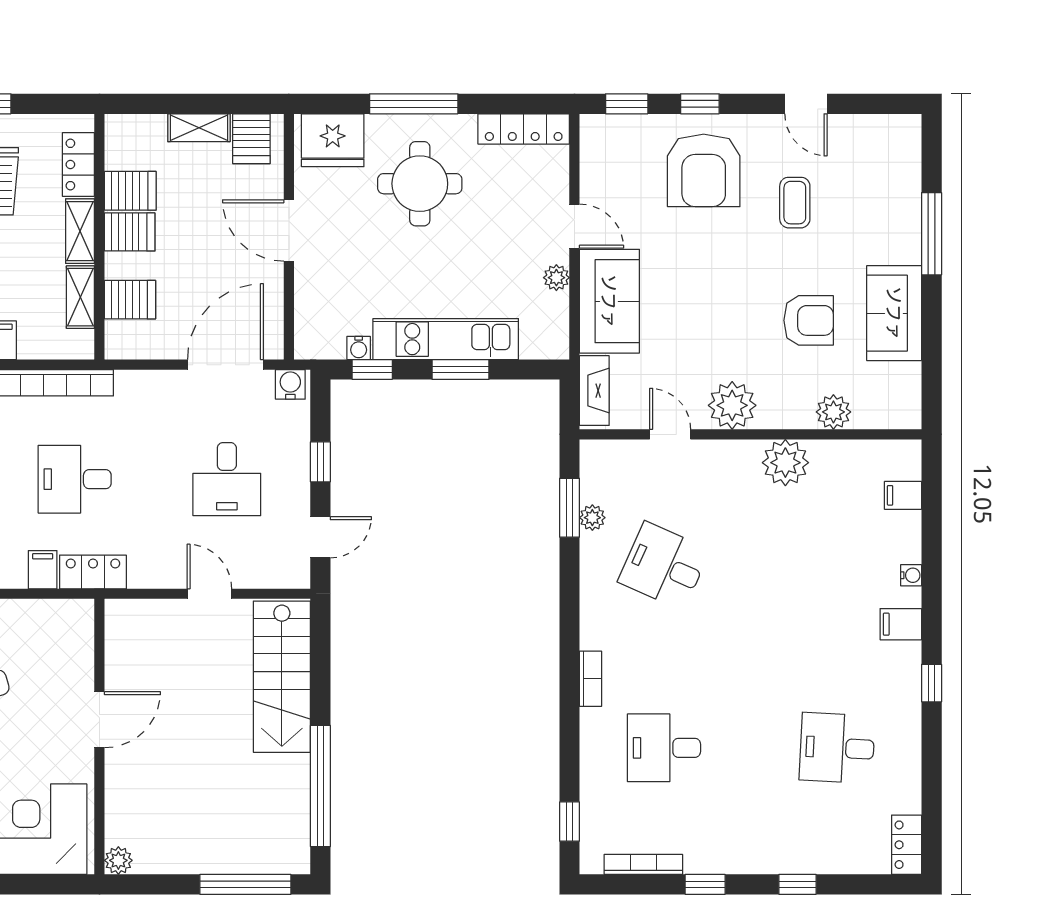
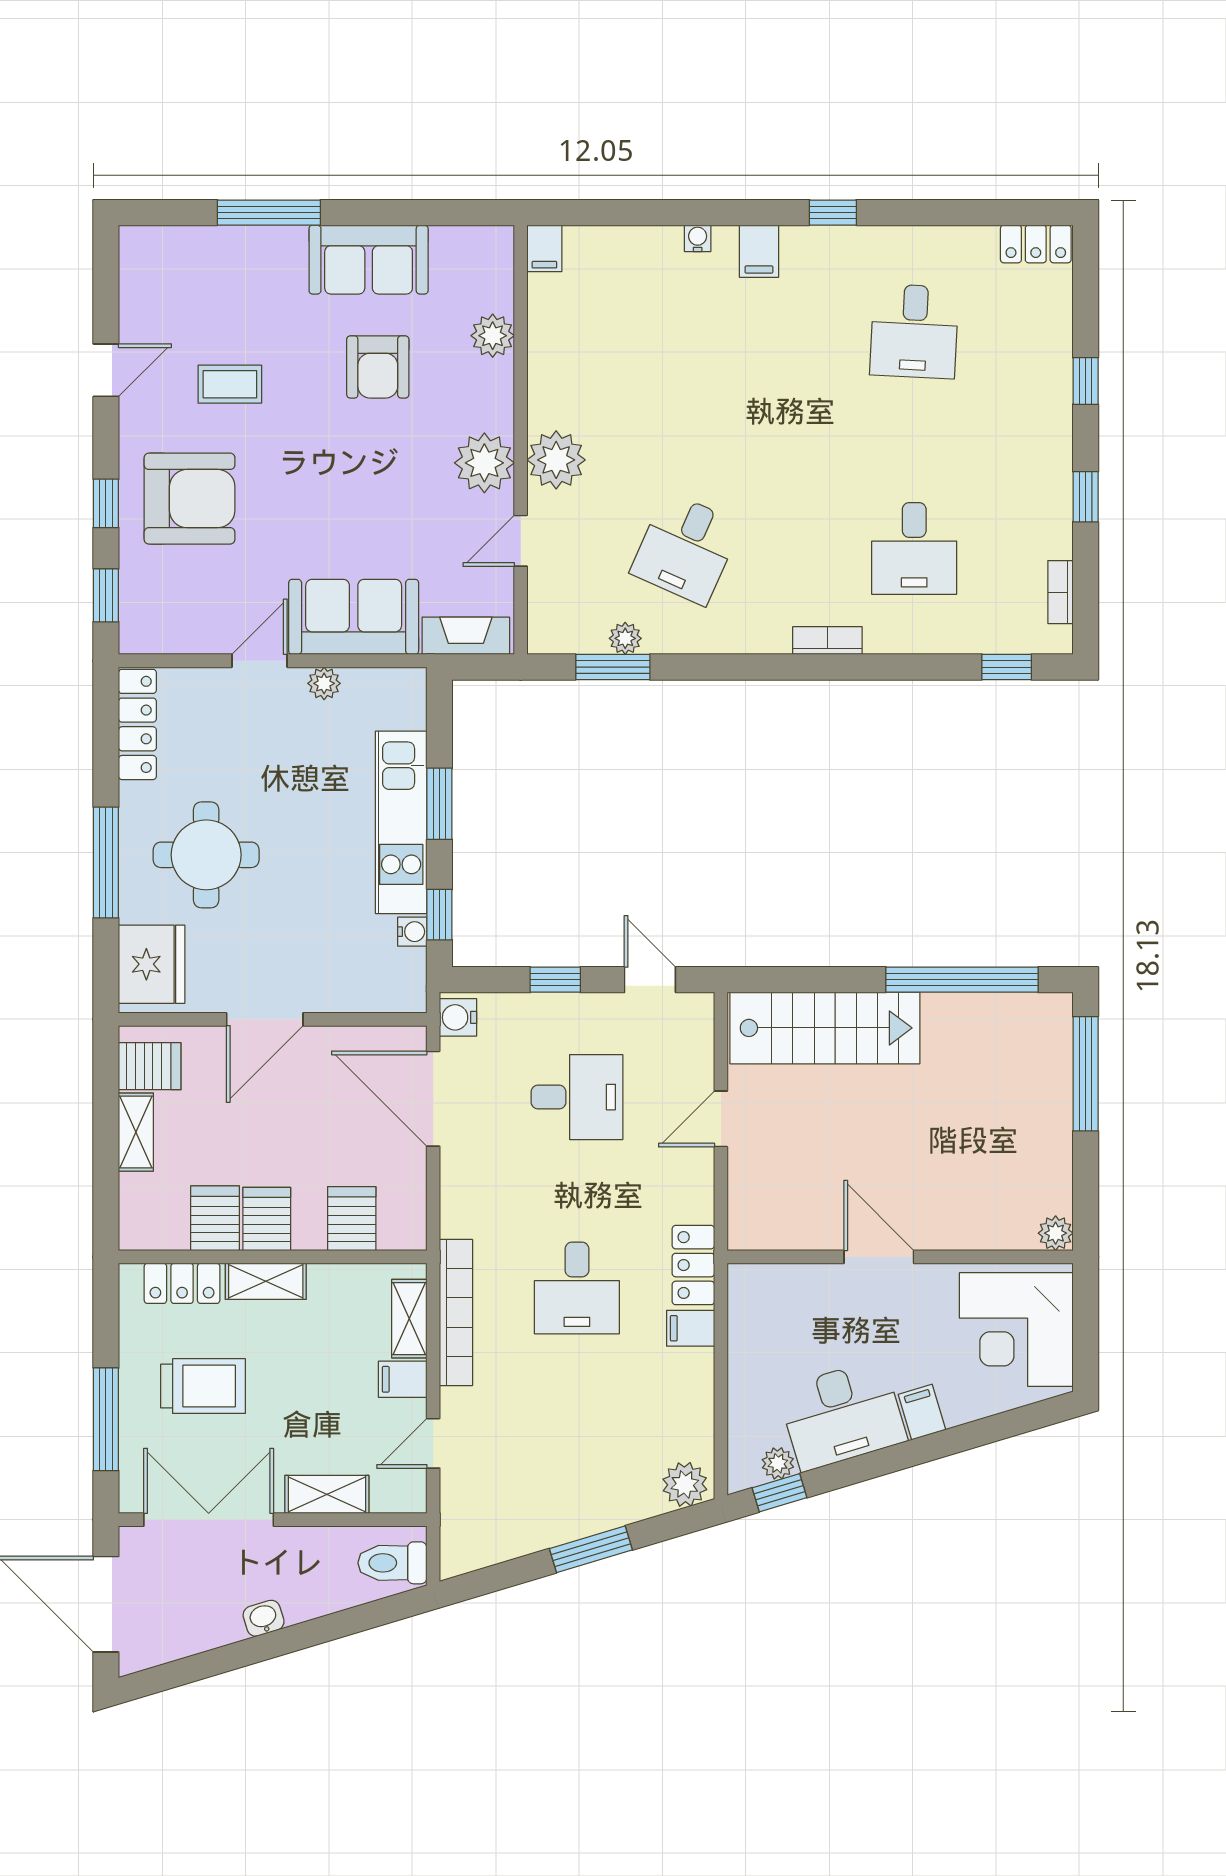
shelving: (80, 297) -> (409, 1319), moved, turned 90
armchair: (809, 320) -> (378, 367), turned 180
plant: (785, 463) -> (556, 460), moved
filing cabinet: (903, 495) -> (544, 248), moved
bookcase: (643, 864) -> (1060, 592), width x0.64

